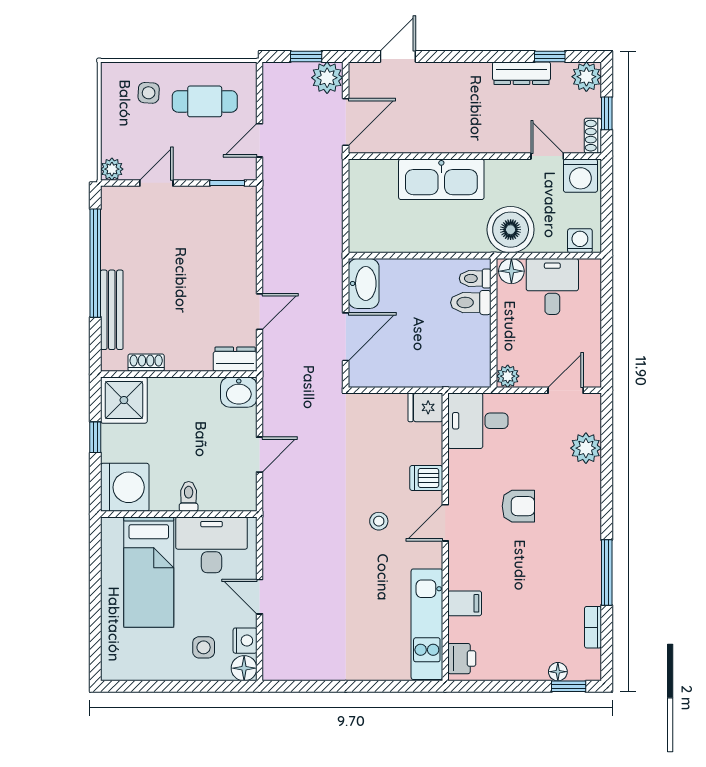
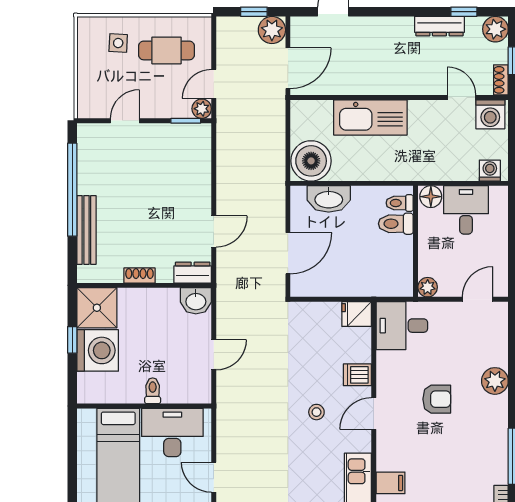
plant: (112, 169) -> (202, 109), moved
boiler: (511, 230) -> (311, 161), moved
washbasin: (364, 283) -> (329, 199), moved, turned 90
shoe rack: (146, 363) -> (139, 276), moved
plant: (586, 448) -> (495, 381), moved
washing machine: (125, 487) -> (98, 350), moved

